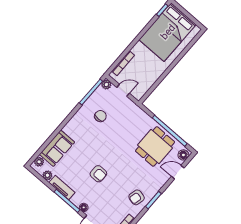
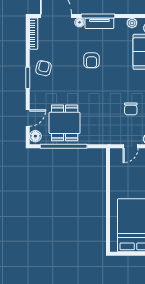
armchair: (98, 174) -> (91, 60), turned -90
tv unit: (62, 187) -> (99, 23), moved

